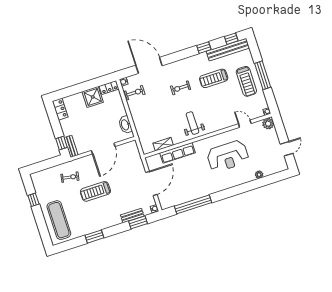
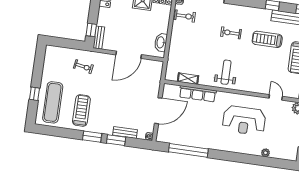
treadmill: (95, 191) -> (81, 110), moved, turned 90
window: (33, 200) -> (35, 94), moved
window: (138, 222) -> (116, 140), moved
window: (94, 237) -> (92, 137), moved

